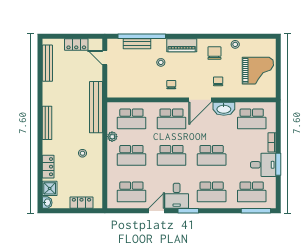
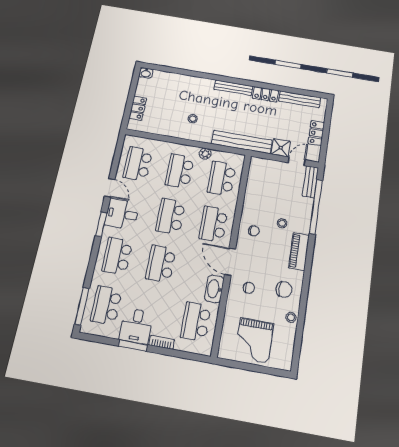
bench: (137, 44) -> (310, 182), moved
locker: (48, 167) -> (266, 94), moved
shower: (50, 188) -> (281, 148), moved

